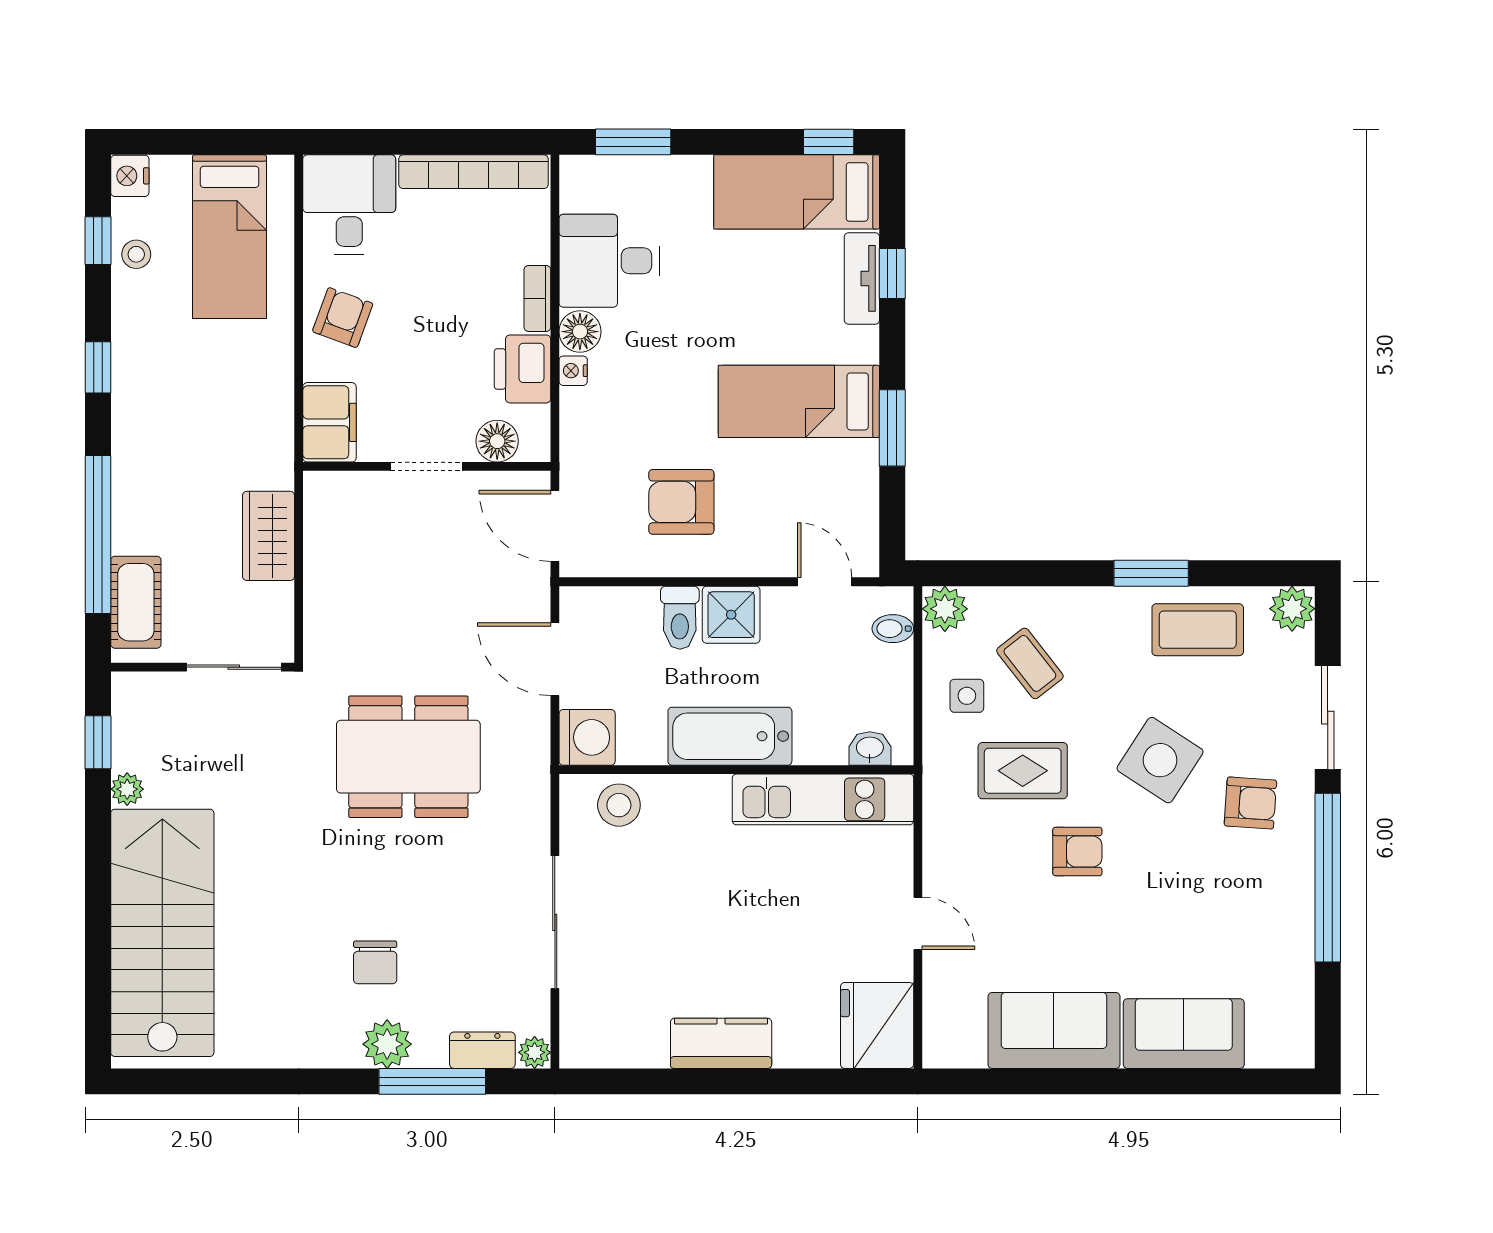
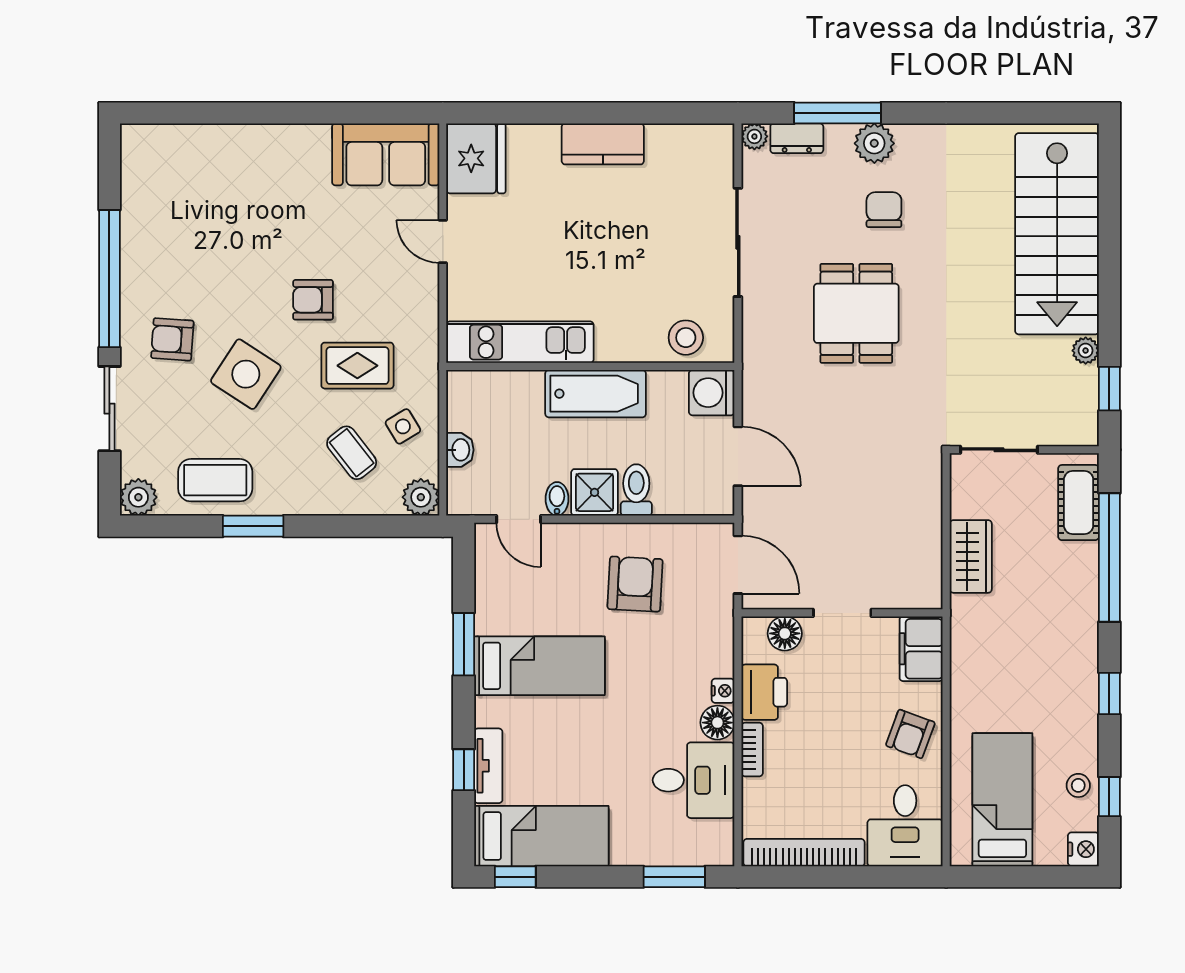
armchair: (681, 502) -> (635, 584), turned -87
bidet: (893, 629) -> (557, 499), moved, turned -90
side table: (967, 696) -> (403, 426), turned -31
washbasin: (870, 748) -> (460, 450), moved, turned -90
dining table: (408, 757) -> (856, 313), moved, width x0.73
sofa: (1054, 1030) -> (386, 154), moved
sofa: (1184, 1034) -> (227, 152), removed

